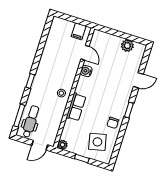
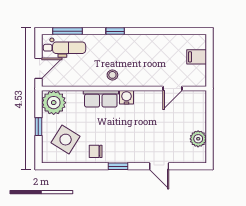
filing cabinet: (79, 31) -> (197, 57), moved
water cooler: (86, 71) -> (126, 97), moved
side table: (97, 142) -> (66, 140), turned 45
door: (40, 145) -> (38, 68), swing flipped
plant: (63, 145) -> (54, 103), width x1.88, depth x1.88

